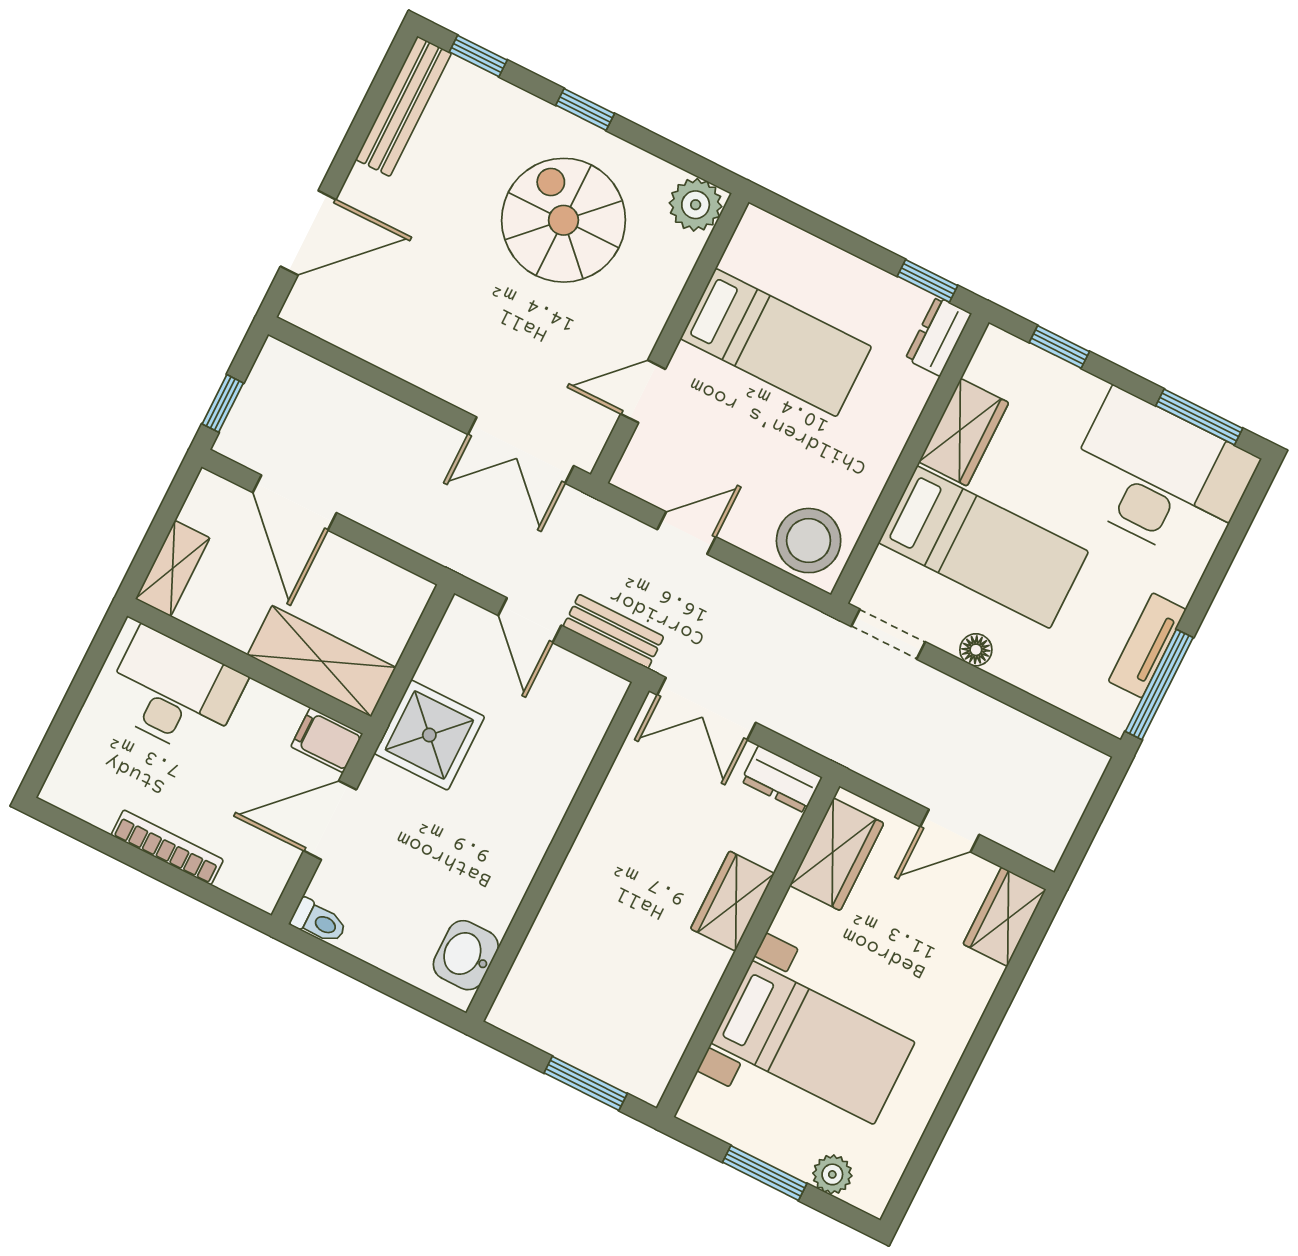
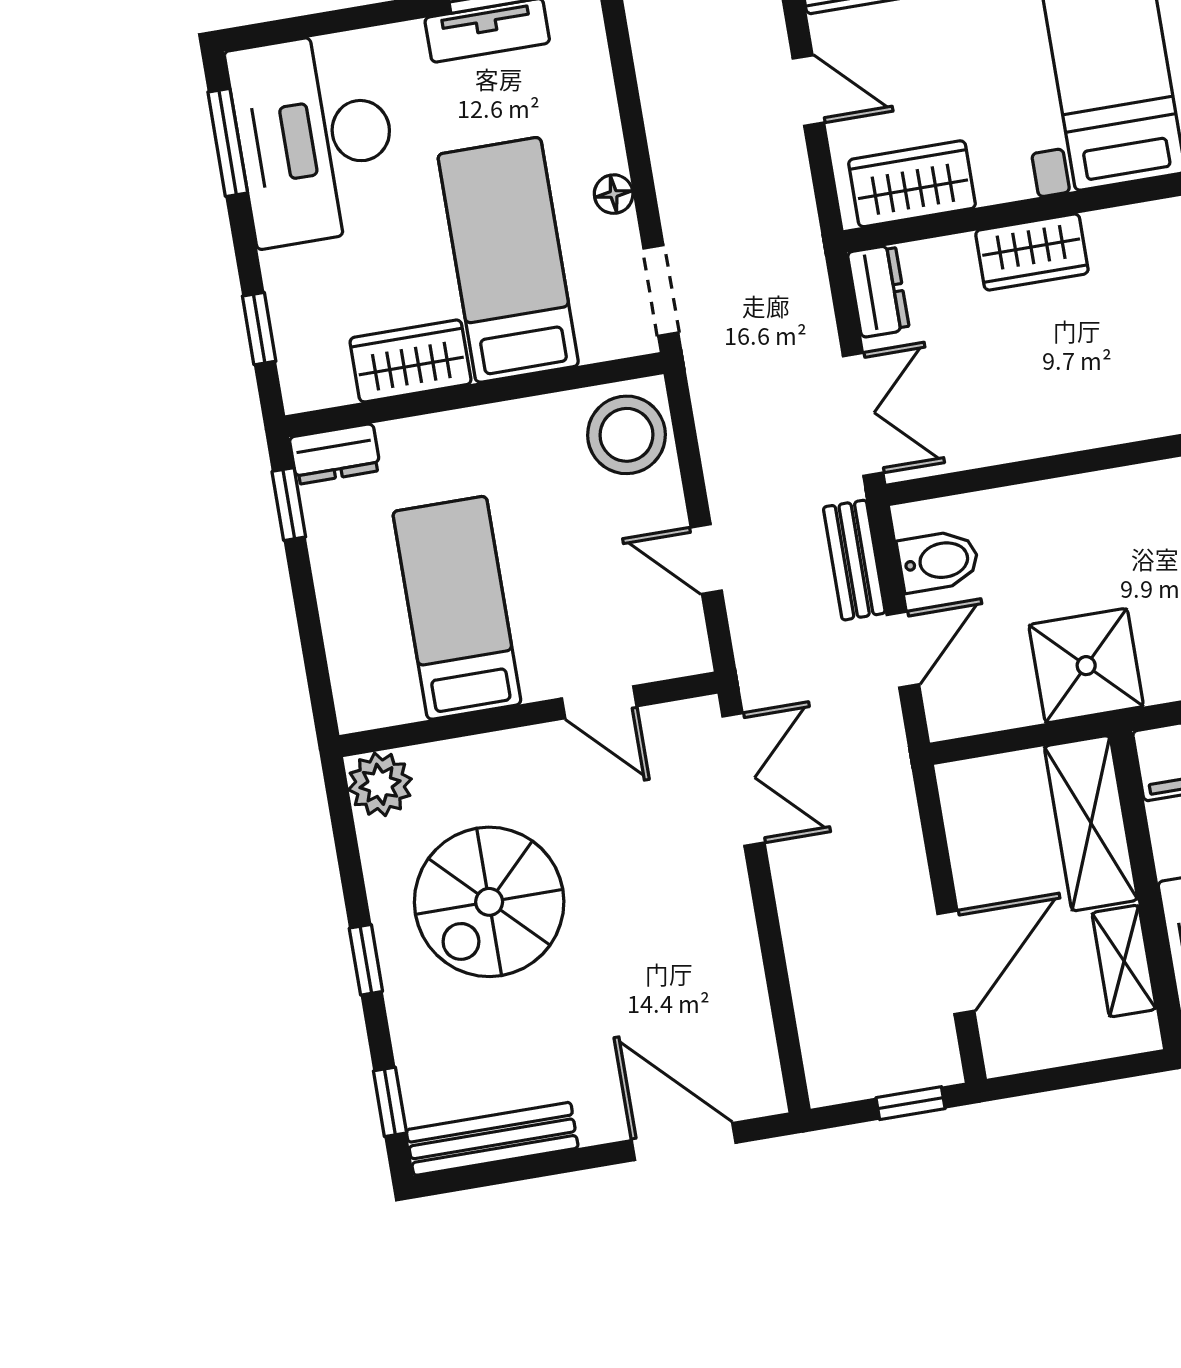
shelving: (173, 568) -> (1124, 961), moved, turned 90
bidet: (572, 687) -> (938, 561), added

